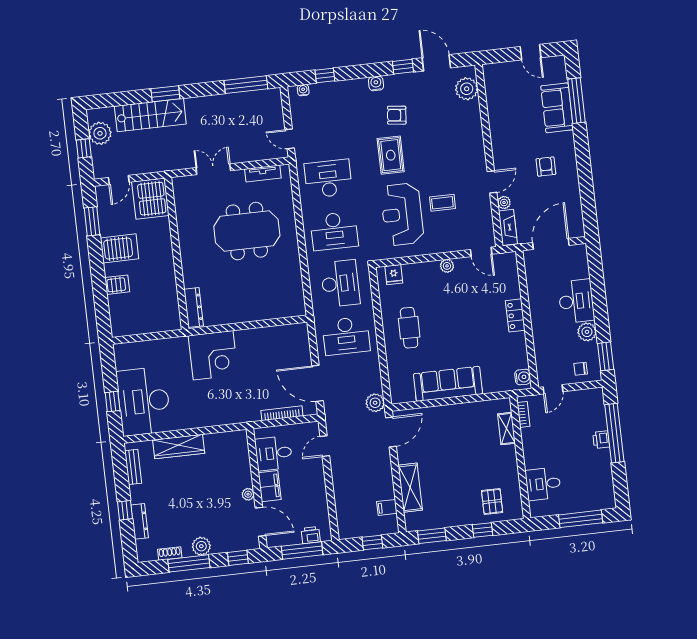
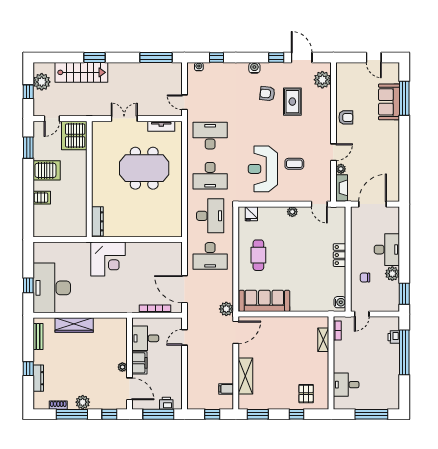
rug: (391, 155) -> (292, 102), moved
armchair: (546, 167) -> (346, 117), moved, turned 90
chair: (581, 369) -> (365, 278), moved
sofa: (448, 384) -> (264, 301), moved
printer: (601, 440) -> (394, 337), moved

